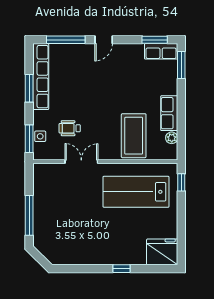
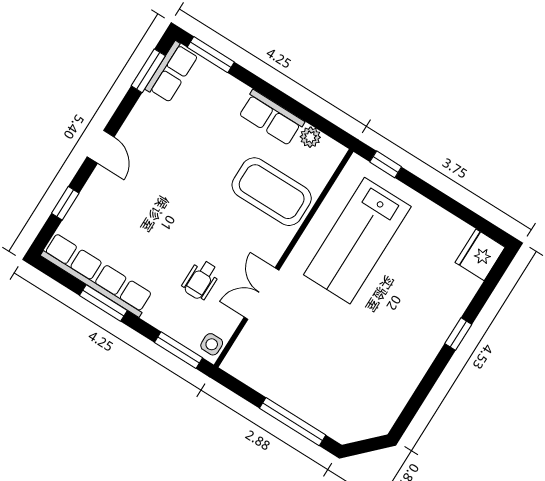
window: (66, 40) -> (65, 203), width x0.46
side table: (40, 136) -> (212, 344), moved
fridge: (162, 252) -> (480, 255), width x0.73, depth x0.75

